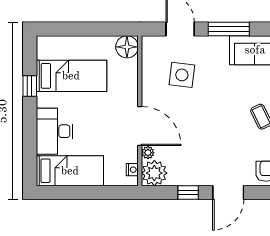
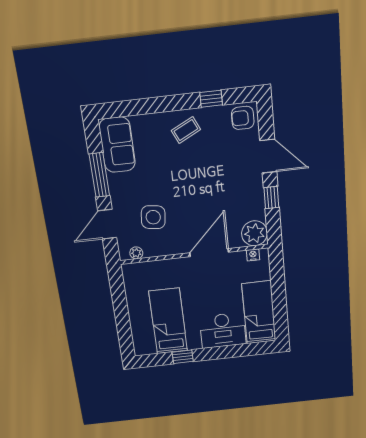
floor lamp: (127, 47) -> (133, 273), removed
plant: (148, 153) -> (136, 253), moved

